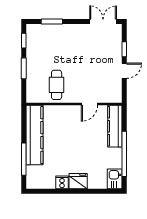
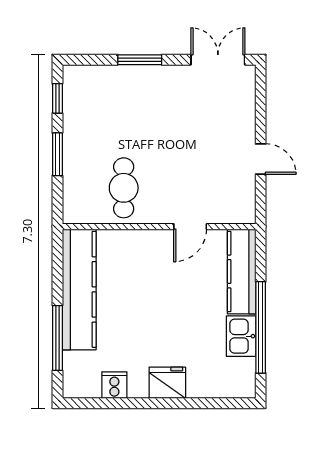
window: (52, 22) -> (140, 60), moved
window: (124, 49) -> (261, 116), removed
door: (124, 71) -> (261, 159), hinge flipped
kitchen sink: (115, 179) -> (241, 336), moved
cooker: (62, 182) -> (114, 385), moved

